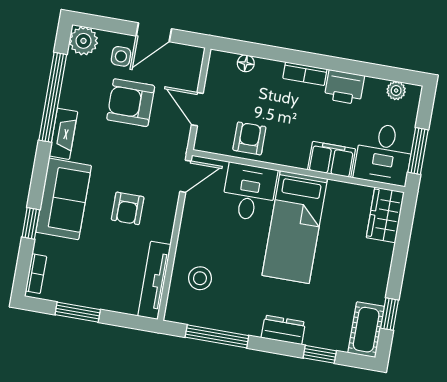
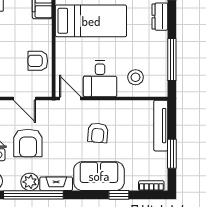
plant: (73, 95) -> (30, 182), added
door: (197, 109) -> (25, 98), hinge flipped
desk: (249, 192) -> (100, 79), moved, turned -90
armchair: (128, 208) -> (98, 133), turned 95
tv unit: (154, 280) -> (161, 126), moved, turned 90

